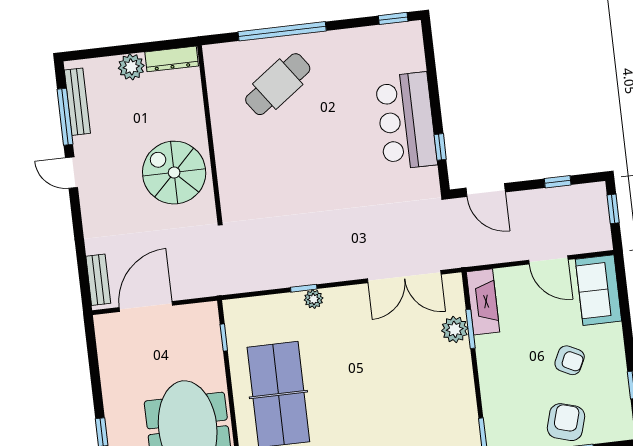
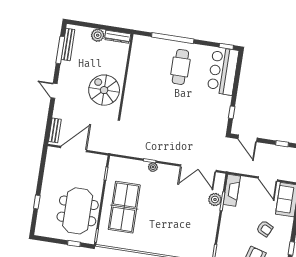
cafe table: (278, 84) -> (180, 67), moved, turned -54
bar counter: (406, 121) -> (223, 71), moved
door: (72, 173) -> (54, 91), moved

